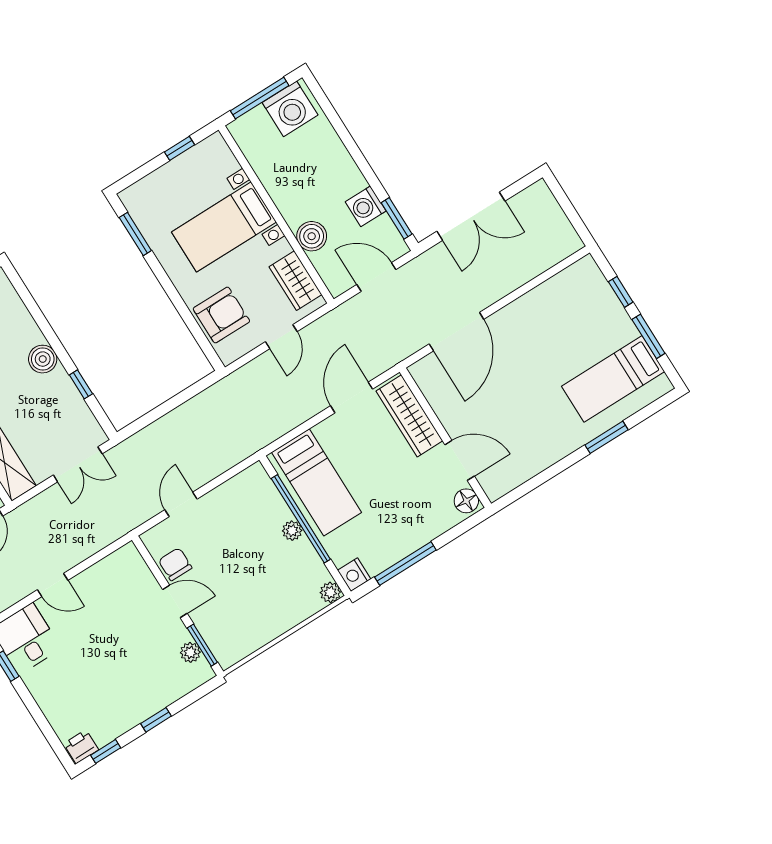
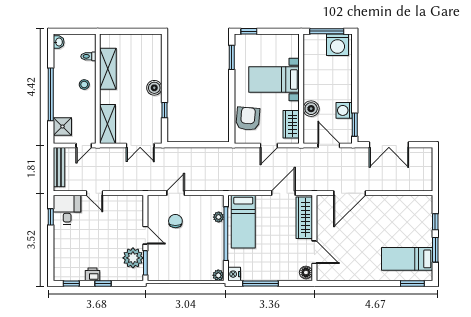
window: (179, 148) -> (249, 31), moved
armchair: (221, 315) -> (248, 119), turned -85
window: (606, 437) -> (412, 284), moved
plant: (292, 531) -> (219, 217), moved
chair: (175, 564) -> (175, 221), moved
plant: (190, 652) -> (133, 258), width x1.87, depth x1.87
printer: (81, 747) -> (93, 274), moved

